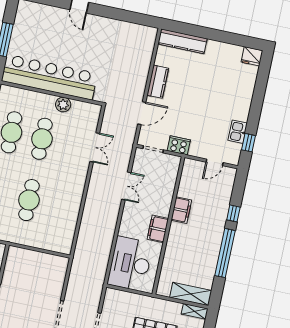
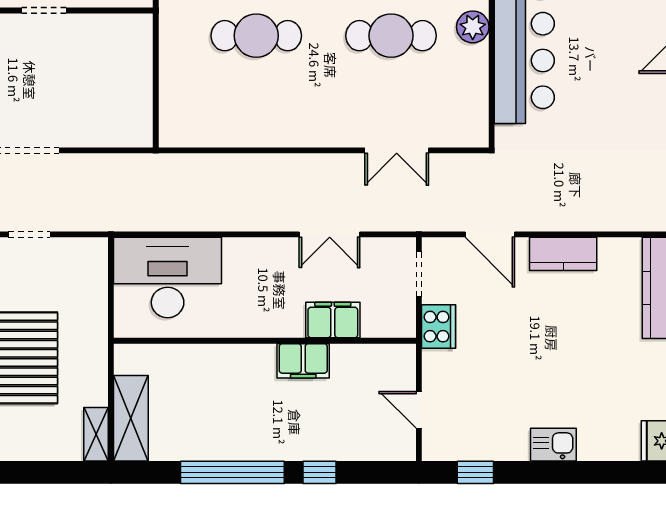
plant: (63, 105) -> (473, 27), moved
kitchen sink: (238, 132) -> (553, 445), moved
filing cabinet: (158, 229) -> (333, 320), moved

